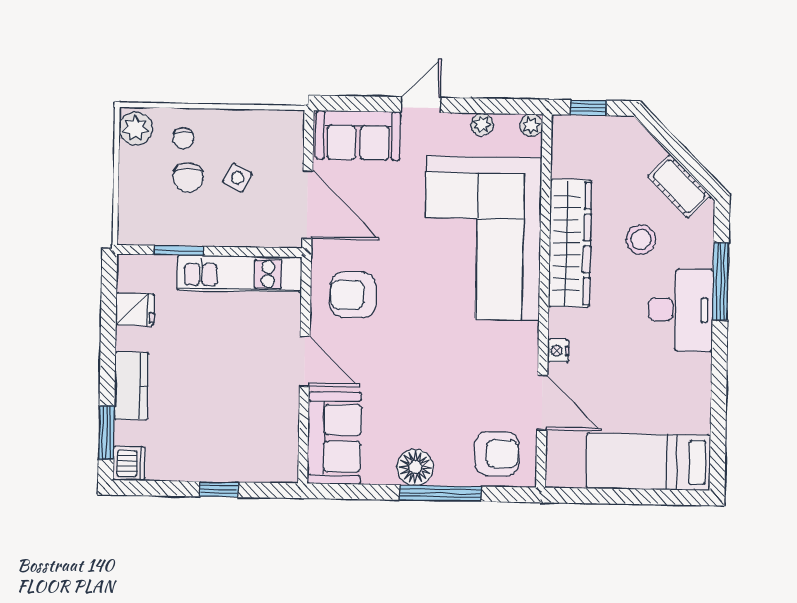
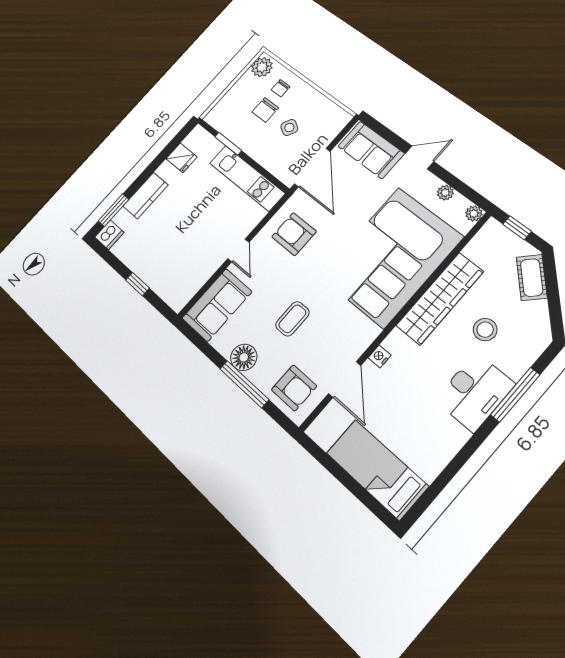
cot: (679, 186) -> (532, 278), moved
door: (305, 361) -> (238, 250), width x0.73
coffee table: (432, 386) -> (292, 319), added

